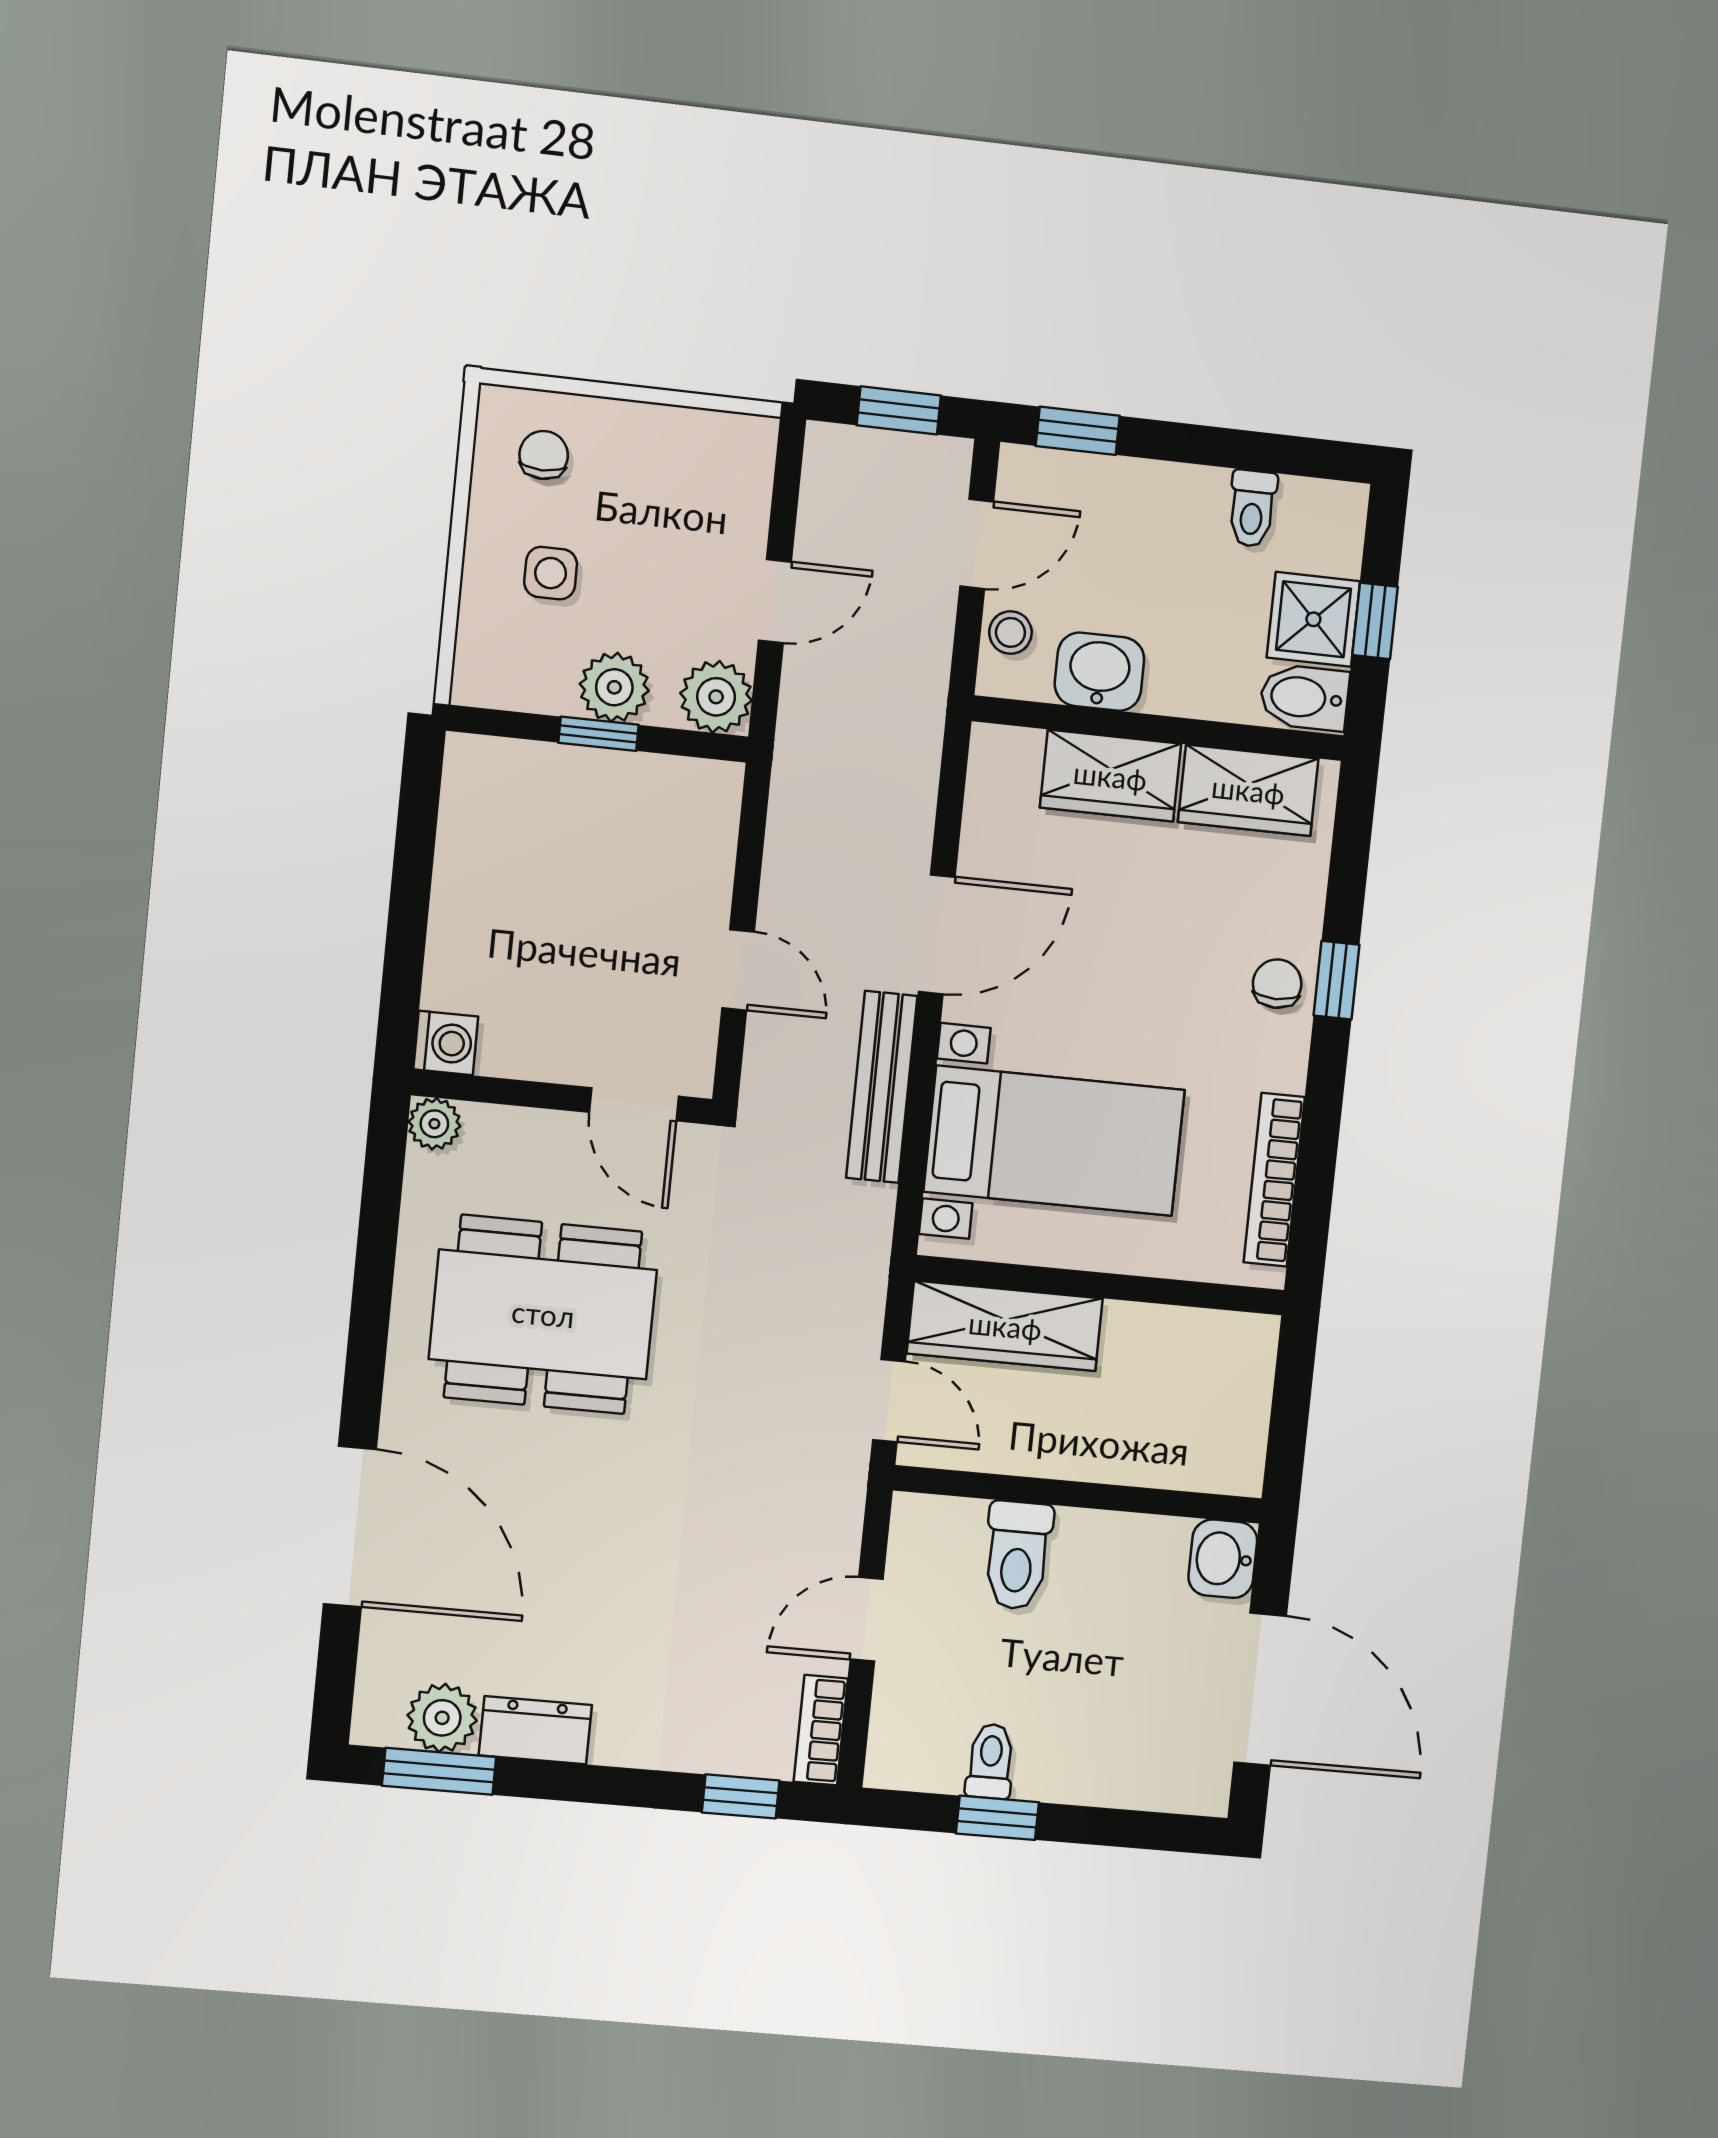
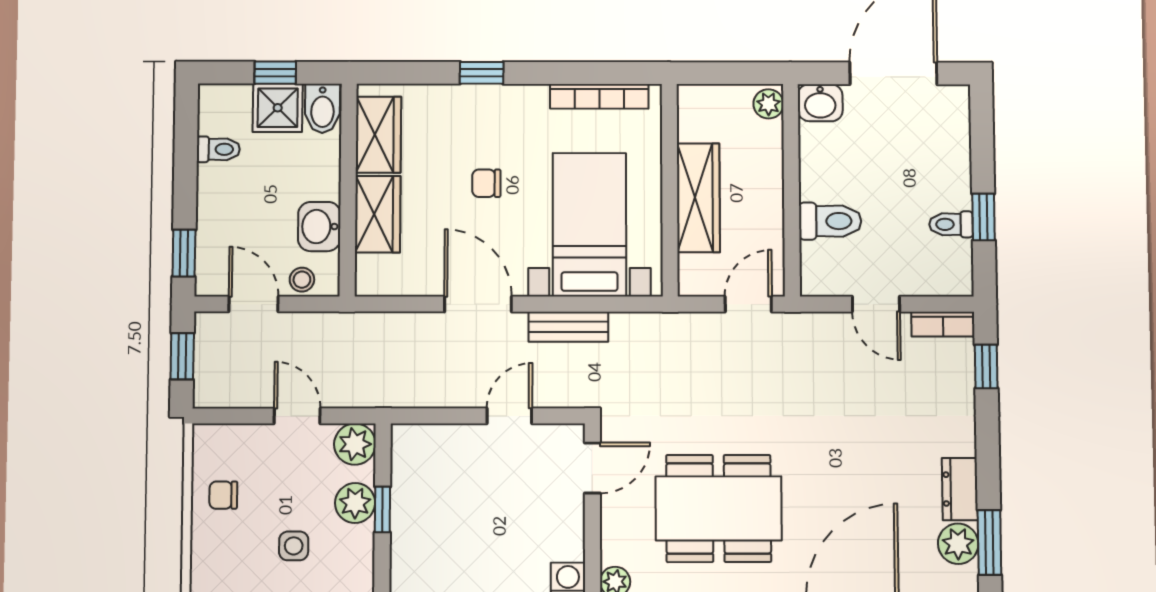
chair: (544, 455) -> (223, 495), moved
chair: (1277, 984) -> (486, 183), moved
bench: (882, 1087) -> (568, 327), width x0.73
dining table: (543, 1314) -> (719, 508), turned 90
wardrobe: (1005, 1326) -> (698, 198), moved
plant: (1230, 1470) -> (768, 104), added

